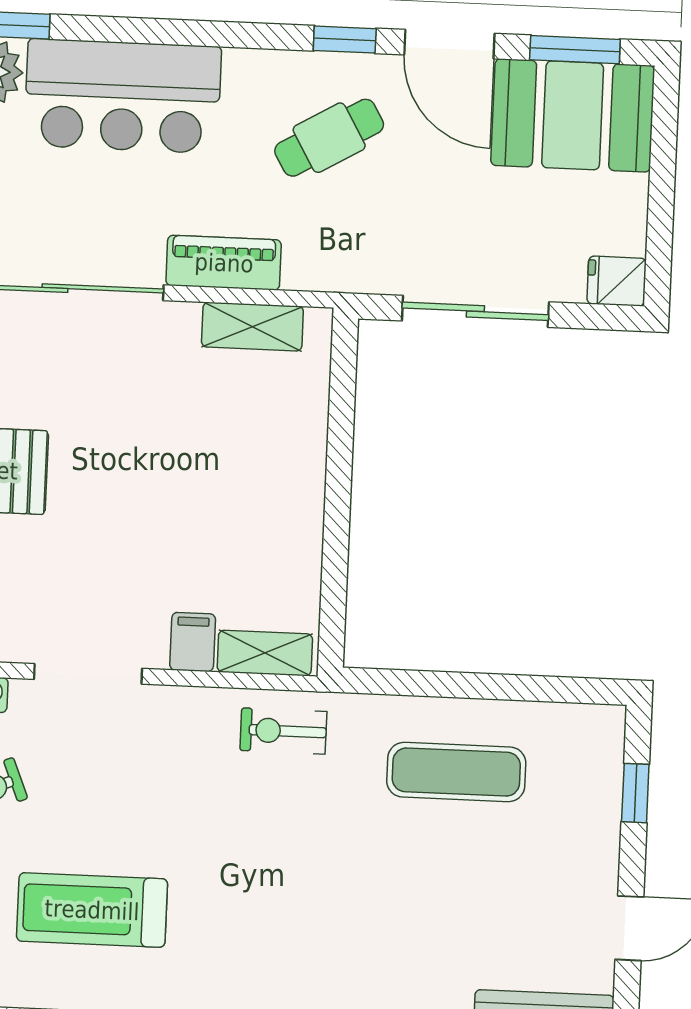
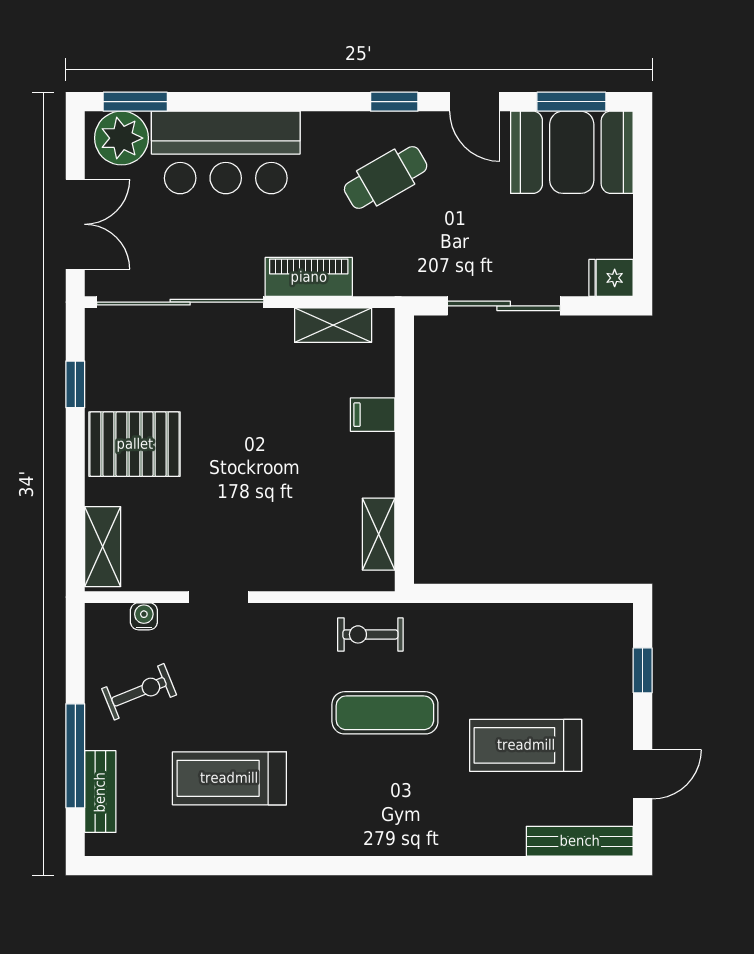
door: (449, 44) -> (475, 102), width x0.73
filing cabinet: (193, 642) -> (373, 415), moved, turned -90
shelving: (265, 653) -> (379, 534), moved, turned 90
doorway: (88, 674) -> (218, 597), width x0.73
exercise mat: (456, 772) -> (385, 713), moved
treadmill: (479, 884) -> (526, 745), added

